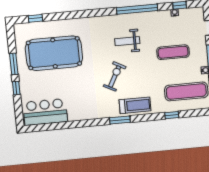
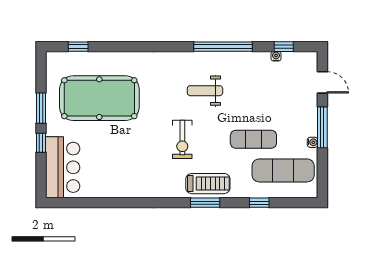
exercise mat: (173, 52) -> (253, 139), moved
exercise bike: (115, 77) -> (182, 139), turned 152
bar counter: (45, 112) -> (63, 167), moved, turned 90
window: (120, 120) -> (205, 203), moved

